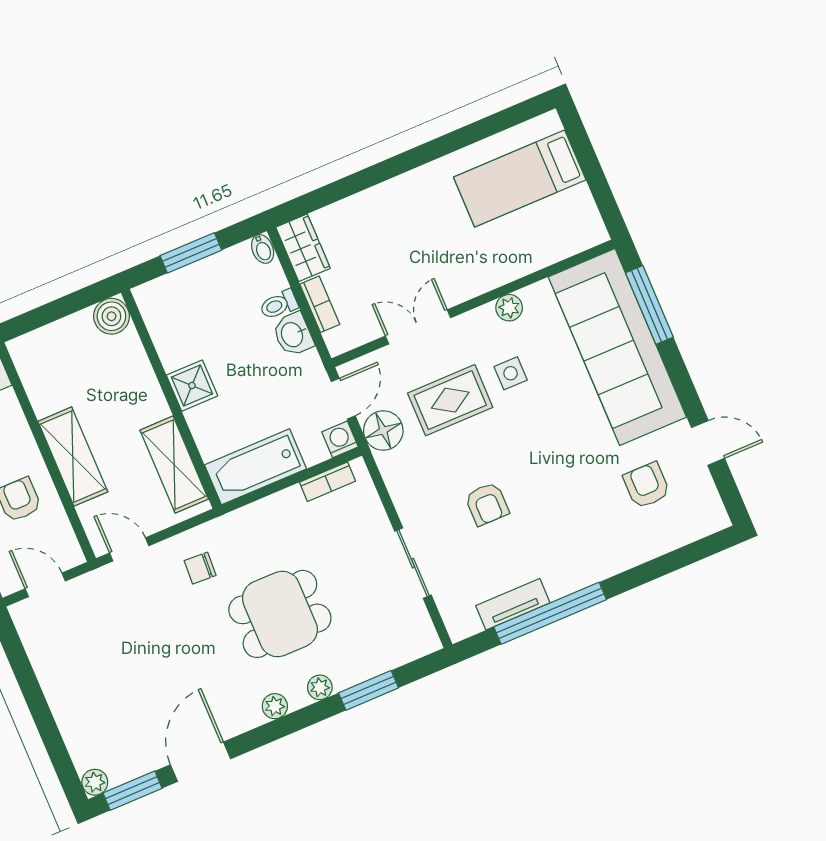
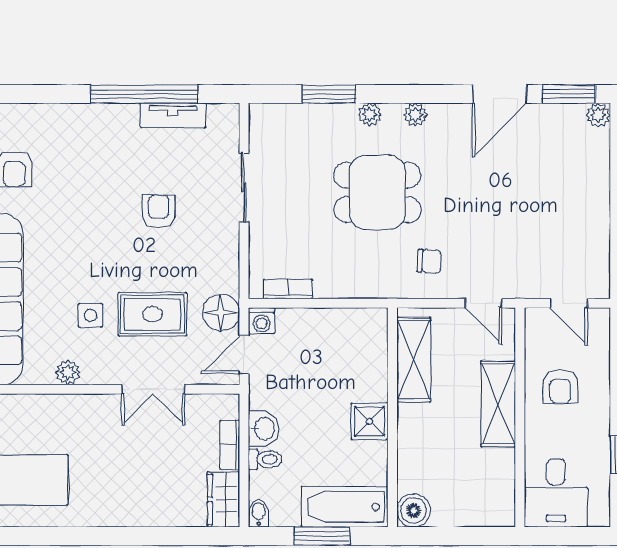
bathtub: (255, 467) -> (345, 507), moved, turned 180

